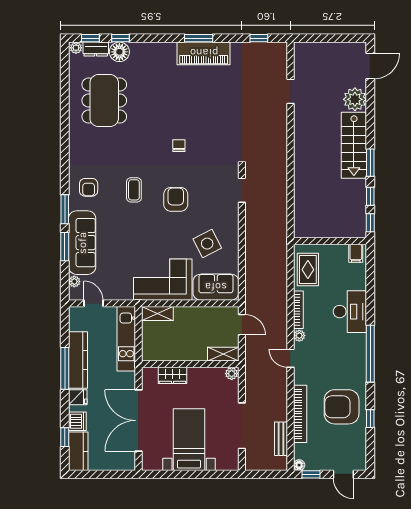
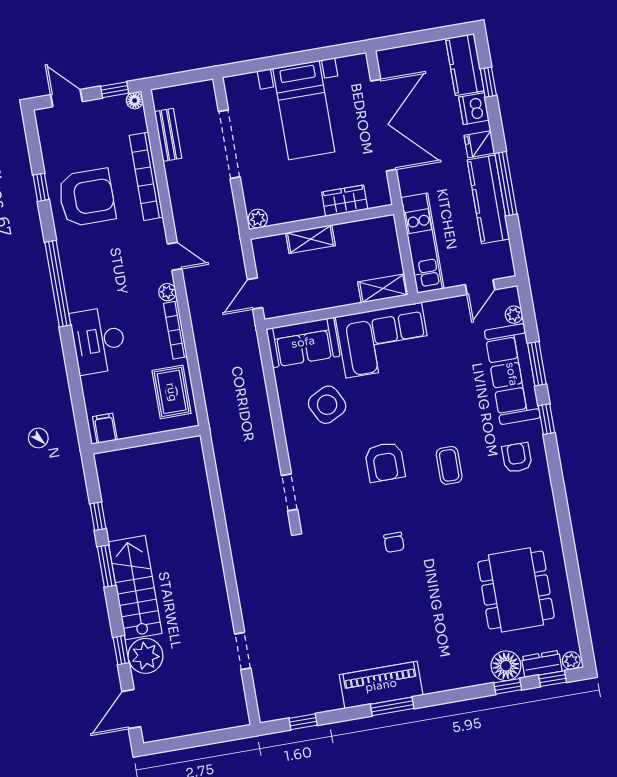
window: (65, 209) -> (547, 419), width x0.67
window: (370, 223) -> (121, 650), moved
door: (93, 303) -> (480, 287), hinge flipped
door: (242, 325) -> (255, 294), hinge flipped
shelving: (223, 354) -> (310, 239), moved

